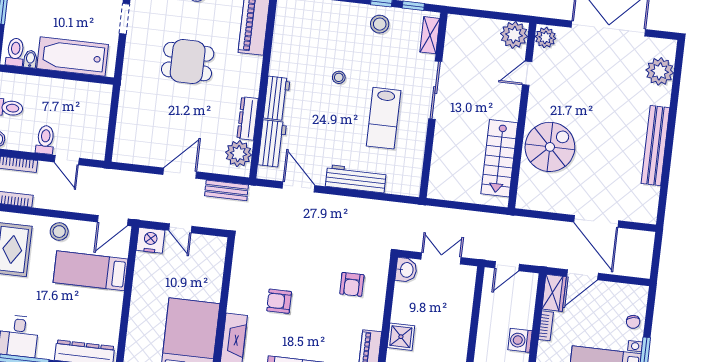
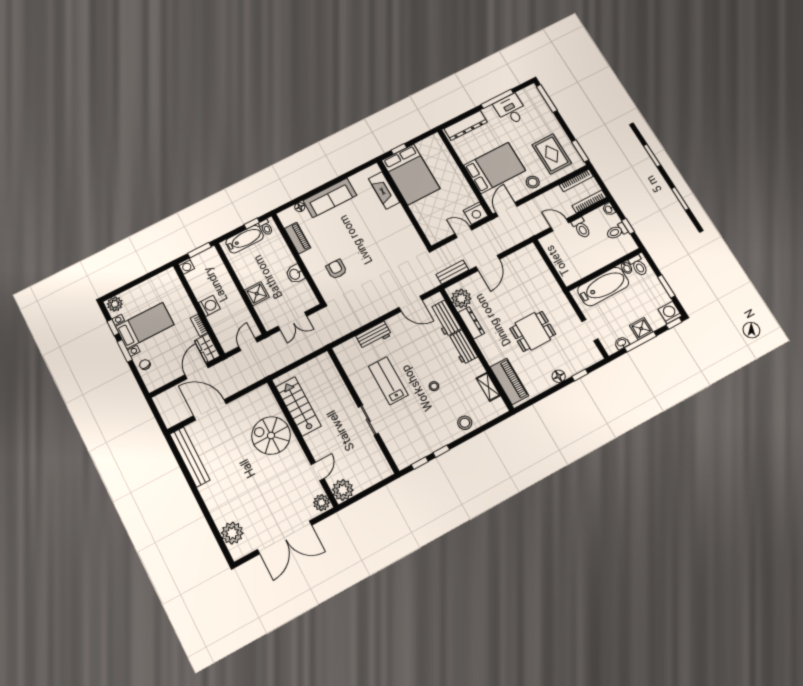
stool: (380, 24) -> (465, 423), moved
shelving: (430, 35) -> (488, 387), moved
sliding door: (435, 90) -> (368, 420), width x0.73
bench: (655, 146) -> (190, 457), moved
spiral stairs: (550, 147) -> (271, 436), turned 90
workbench: (356, 179) -> (374, 335), width x0.73
washbasin: (406, 270) -> (295, 274), moved
bed: (91, 271) -> (495, 168), width x1.50
armchair: (279, 301) -> (373, 230), removed
shower: (401, 337) -> (257, 294), moved

